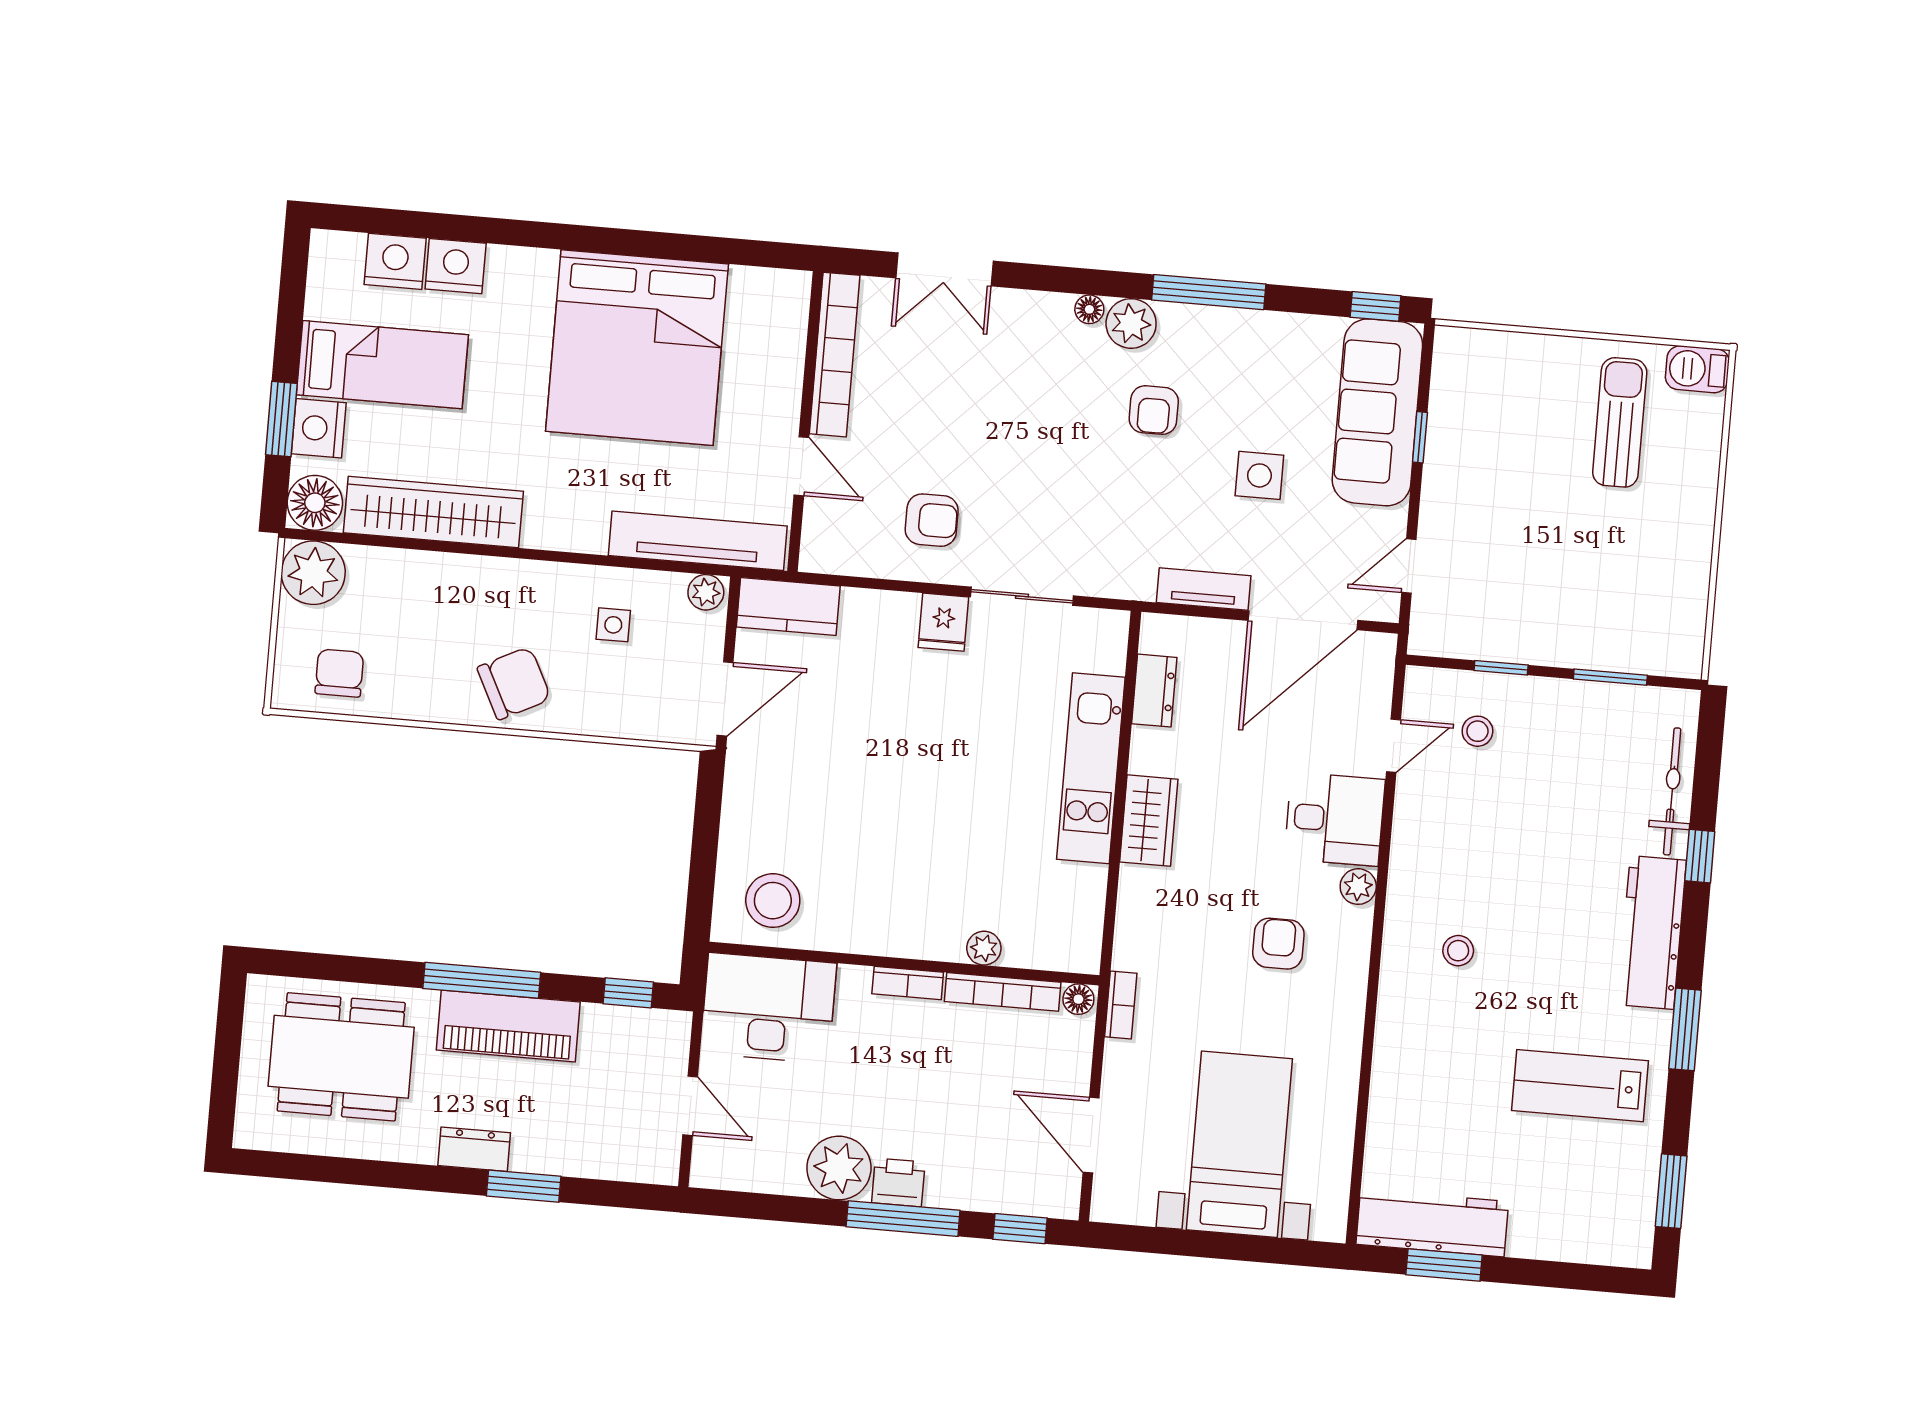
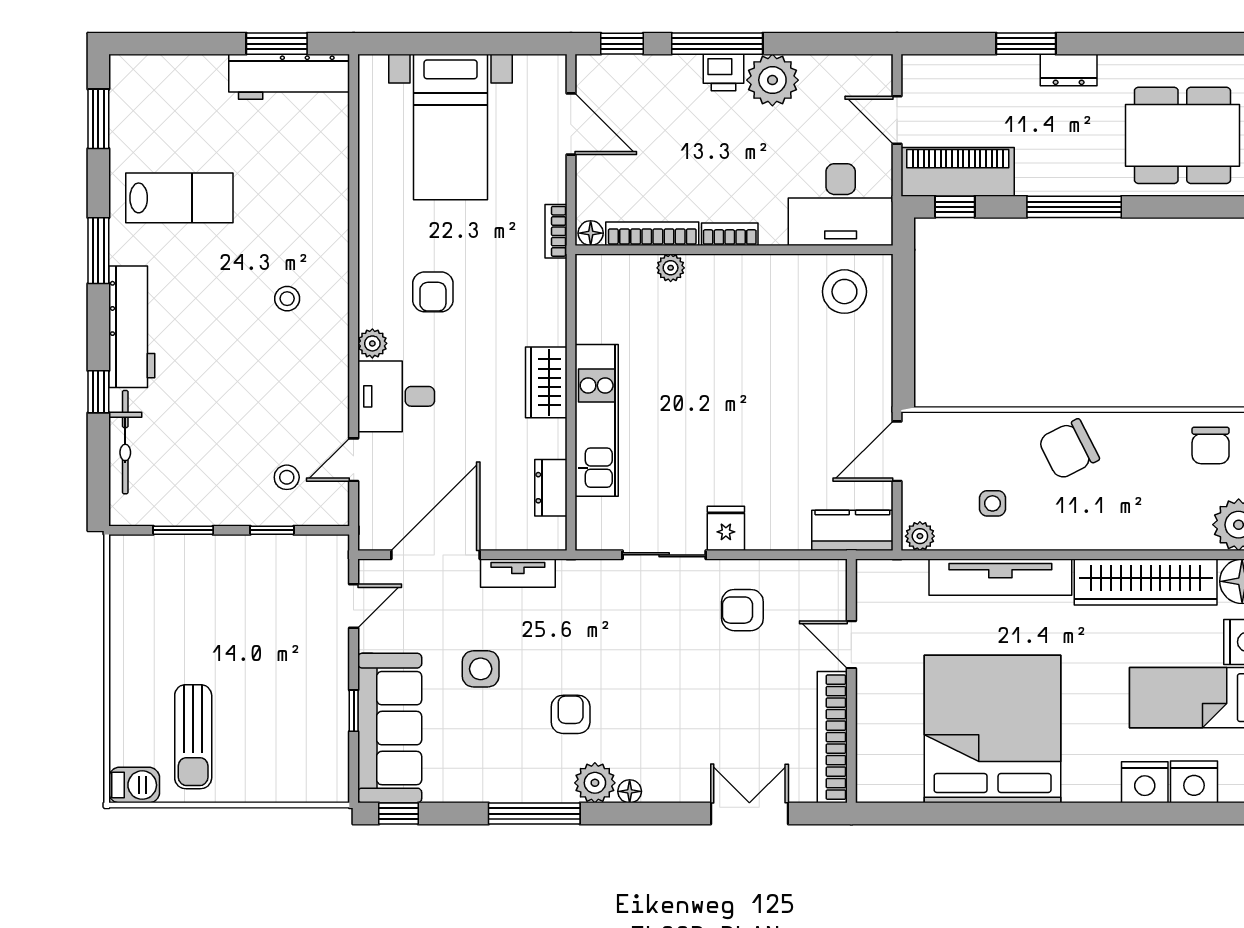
tv unit: (698, 541) -> (1000, 577), moved
piano: (508, 1026) -> (958, 172), moved

